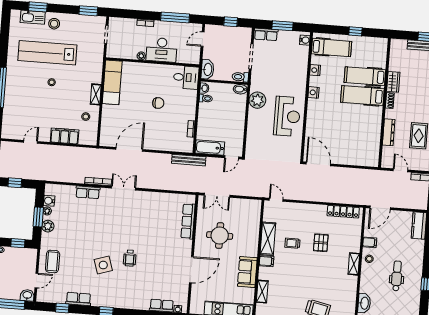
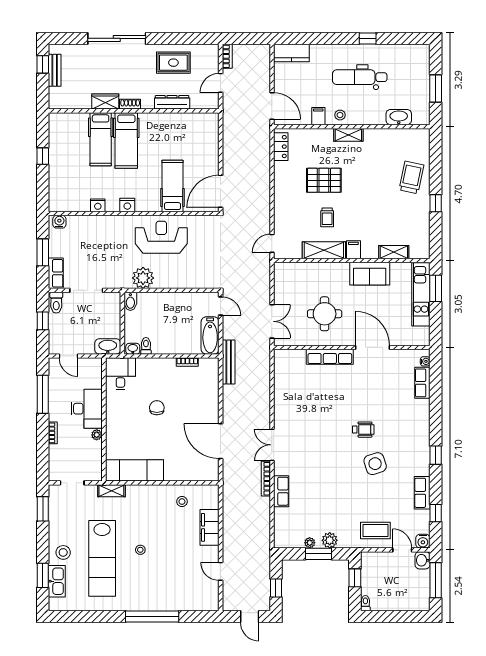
hospital bed: (331, 48) -> (172, 186), moved
toilet: (240, 77) -> (56, 303), moved
shelving: (96, 94) -> (111, 491), moved
water cooler: (49, 201) -> (423, 541), moved
locker: (343, 212) -> (281, 147), width x0.66
row of seats: (188, 221) -> (330, 357), moved
pallet: (321, 243) -> (324, 180), width x1.50, depth x1.42
dental chair: (397, 276) -> (360, 77), width x1.36, depth x1.38

